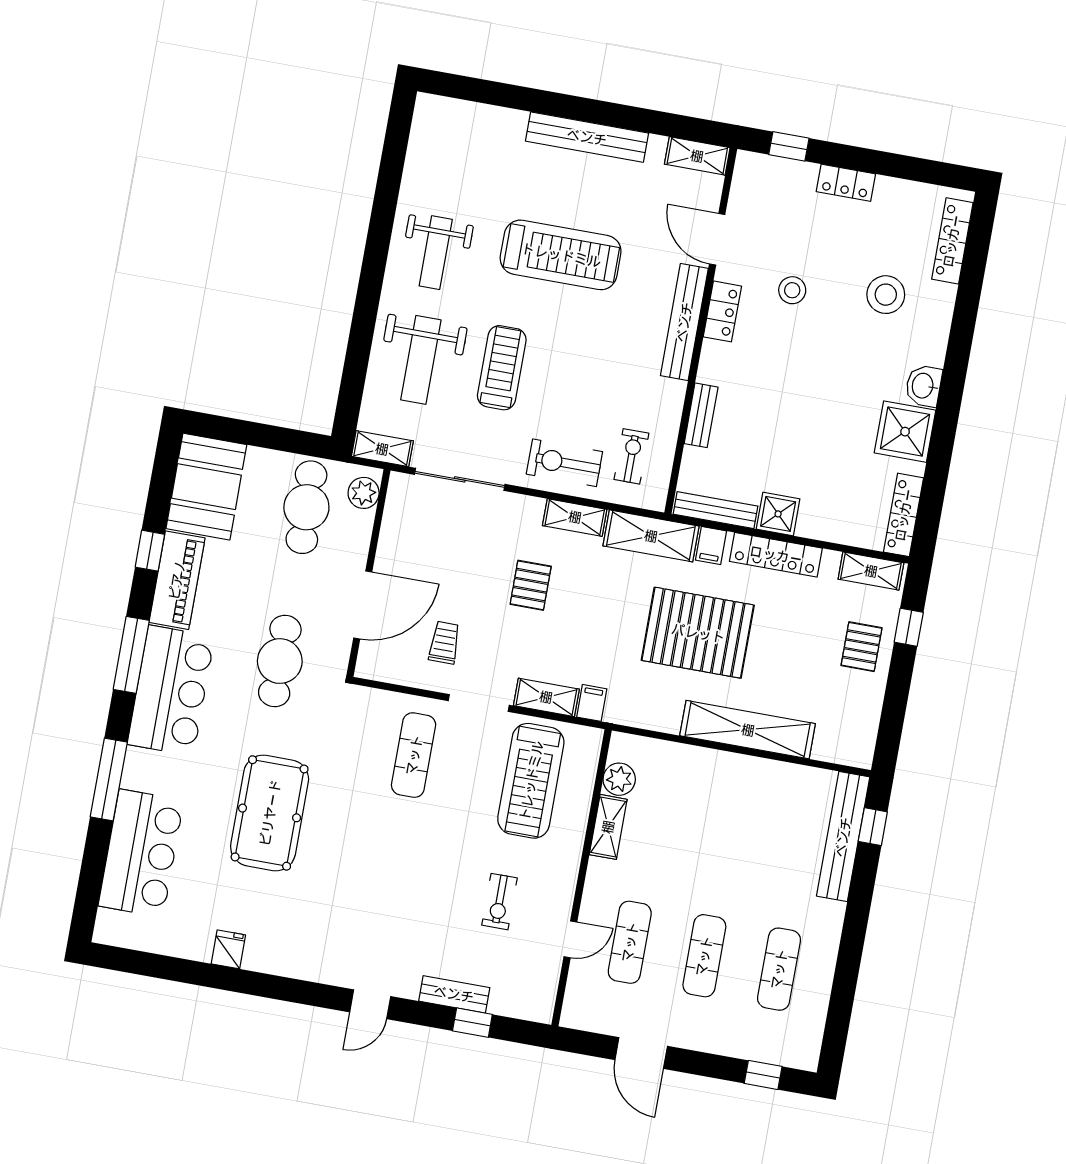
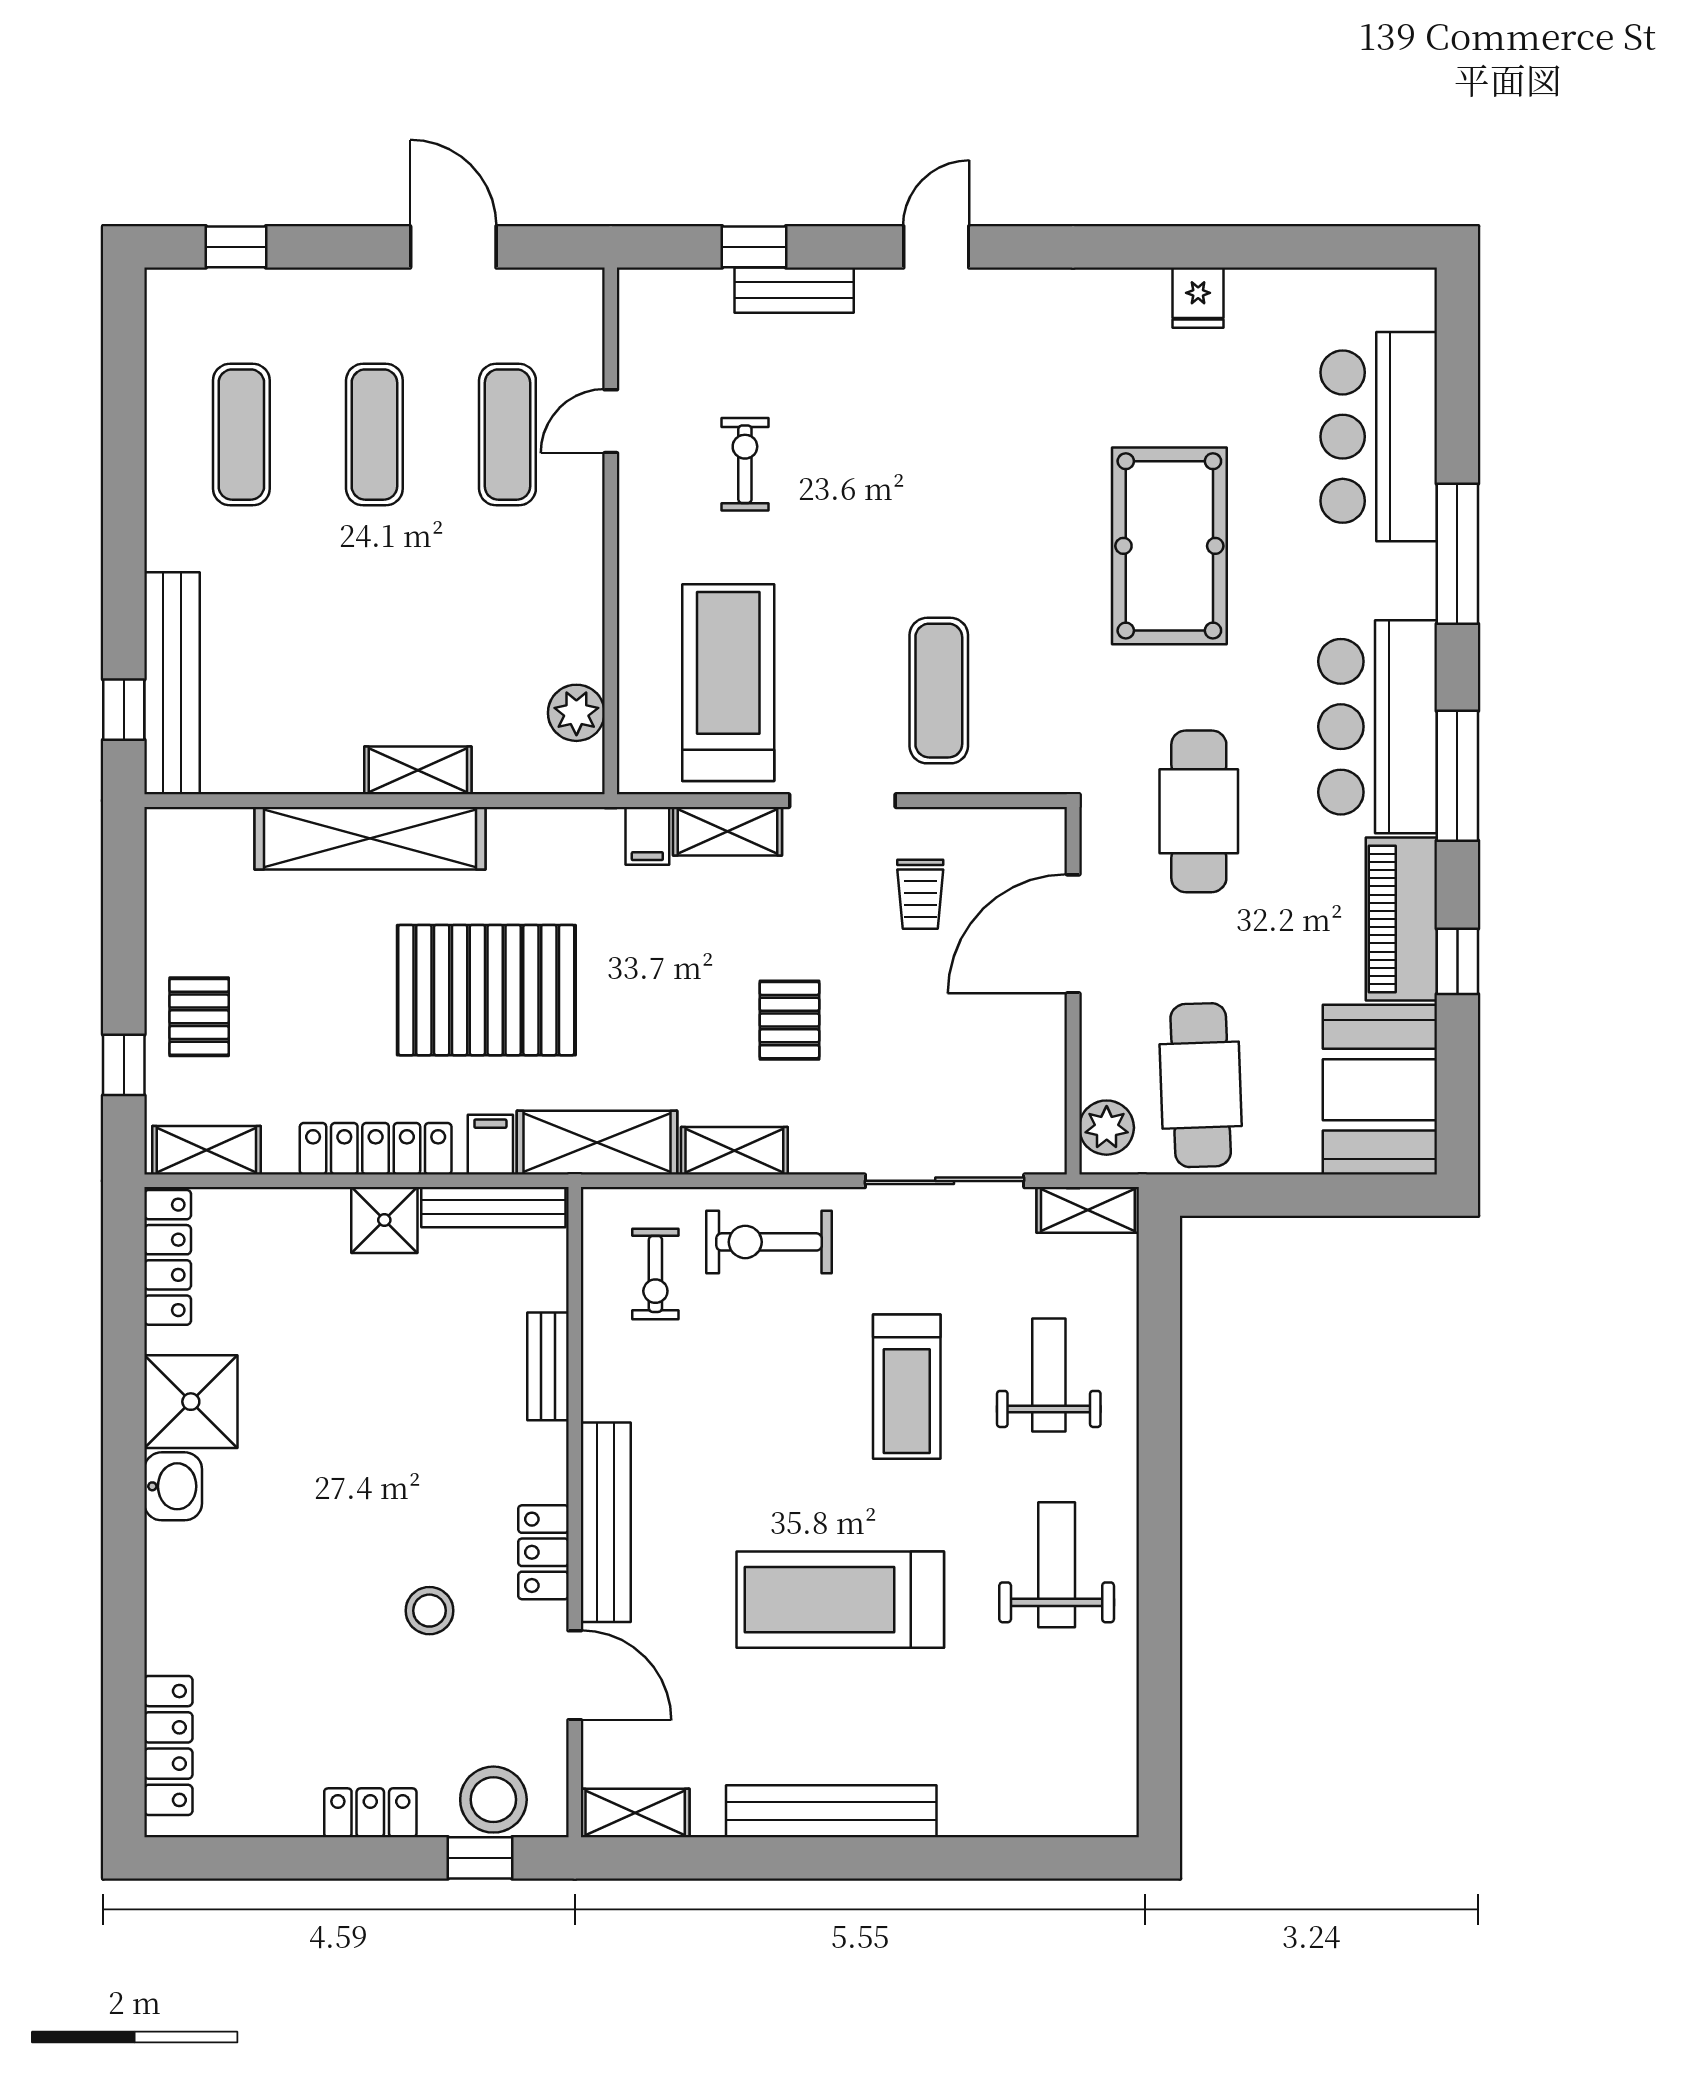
stool: (886, 295) -> (493, 1800), moved
weight bench: (421, 360) -> (1049, 1375), width x0.73, depth x0.75
exercise bike: (564, 463) -> (769, 1242), turned 180
shelving: (608, 827) -> (418, 770), moved, turned 90

